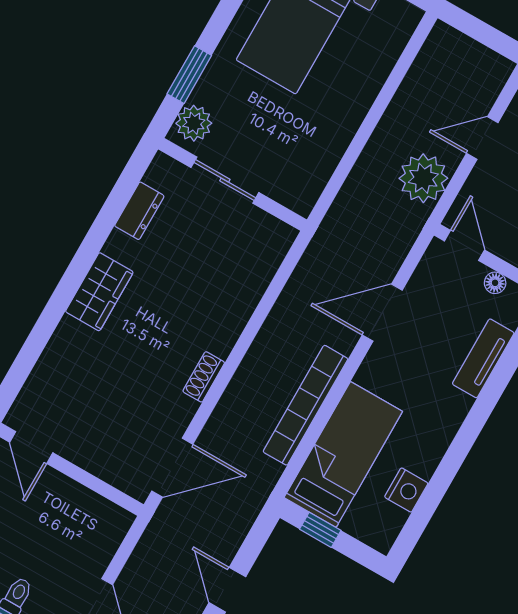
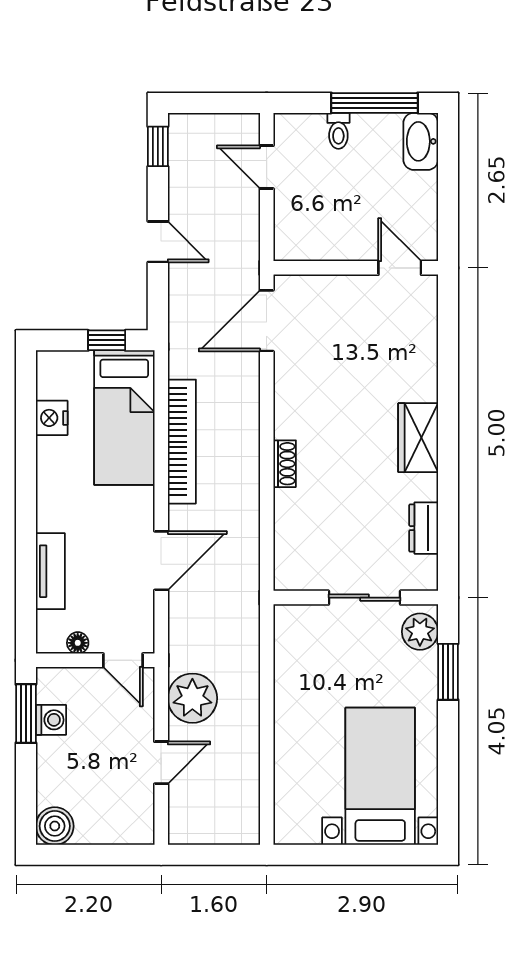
shoe rack: (204, 377) -> (285, 464), moved

